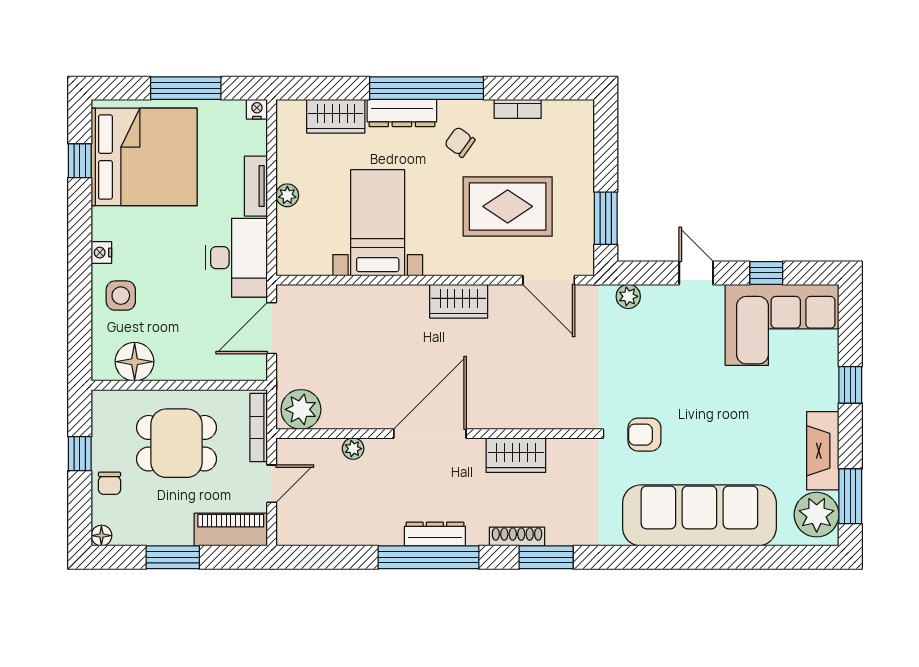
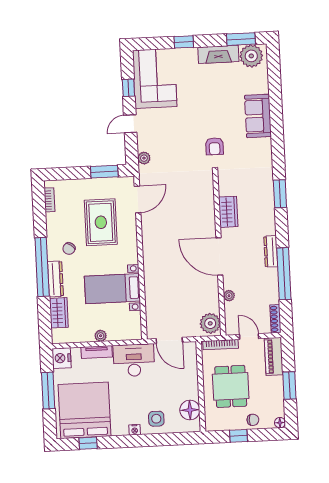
nightstand: (257, 109) -> (61, 358), width x1.89, depth x1.79
bookcase: (518, 109) -> (49, 200), moved
wardrobe: (459, 301) -> (151, 245), removed
sofa: (699, 515) -> (258, 116), width x0.54, depth x0.79
shoe rack: (517, 537) -> (275, 319), moved
window: (429, 557) -> (284, 274), moved

